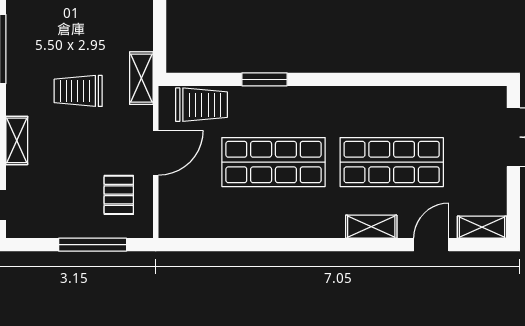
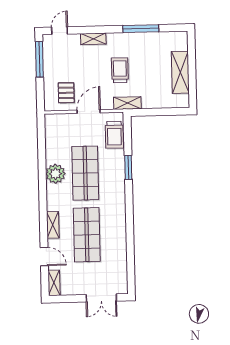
door: (156, 153) -> (89, 111), swing flipped
pallet: (119, 195) -> (66, 93), turned 90
plant: (273, 219) -> (55, 174), added
window: (93, 245) -> (39, 59), moved

